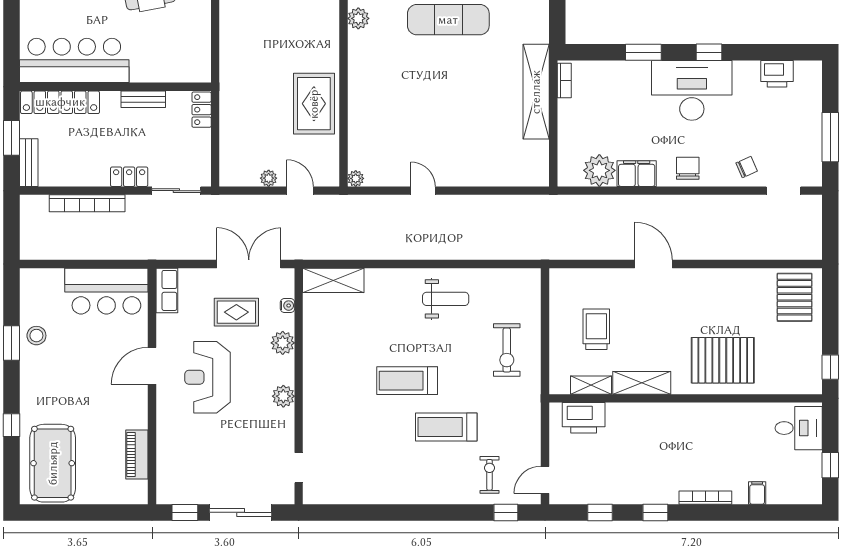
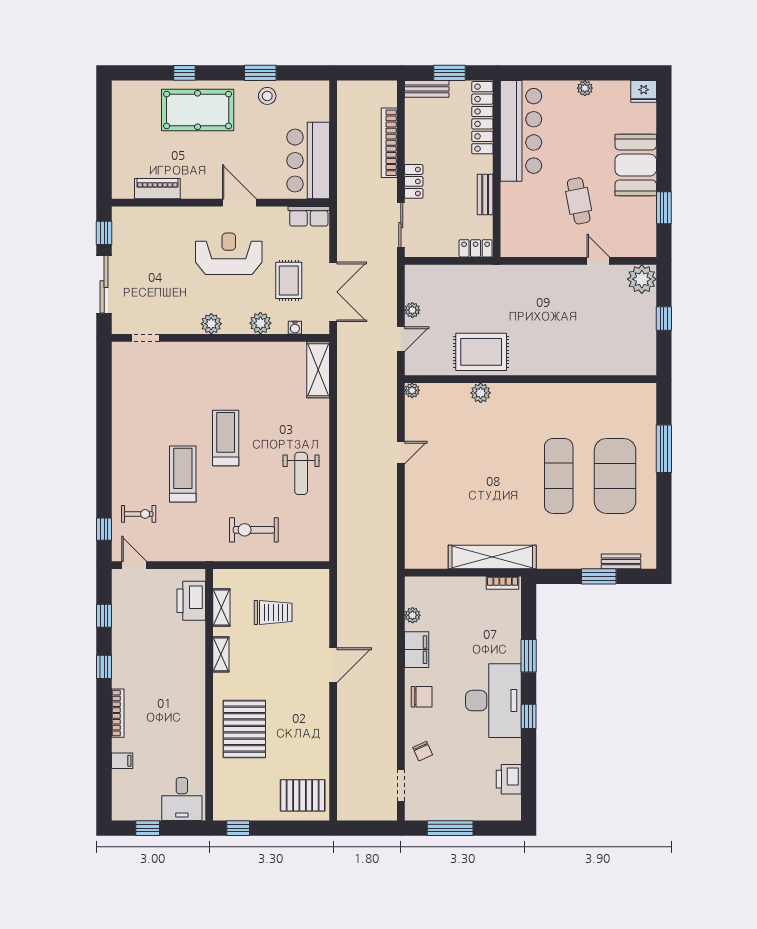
plant: (358, 18) -> (481, 393), moved
plant: (599, 170) -> (413, 615), width x0.53, depth x0.53
shelving: (642, 383) -> (221, 654), width x0.67, depth x0.75
pool table: (53, 463) -> (198, 110), moved

